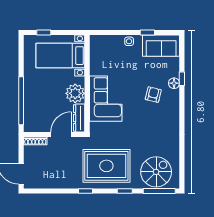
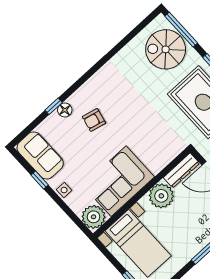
plant: (99, 44) -> (94, 217), added
corner sofa: (106, 99) -> (119, 181), moved

